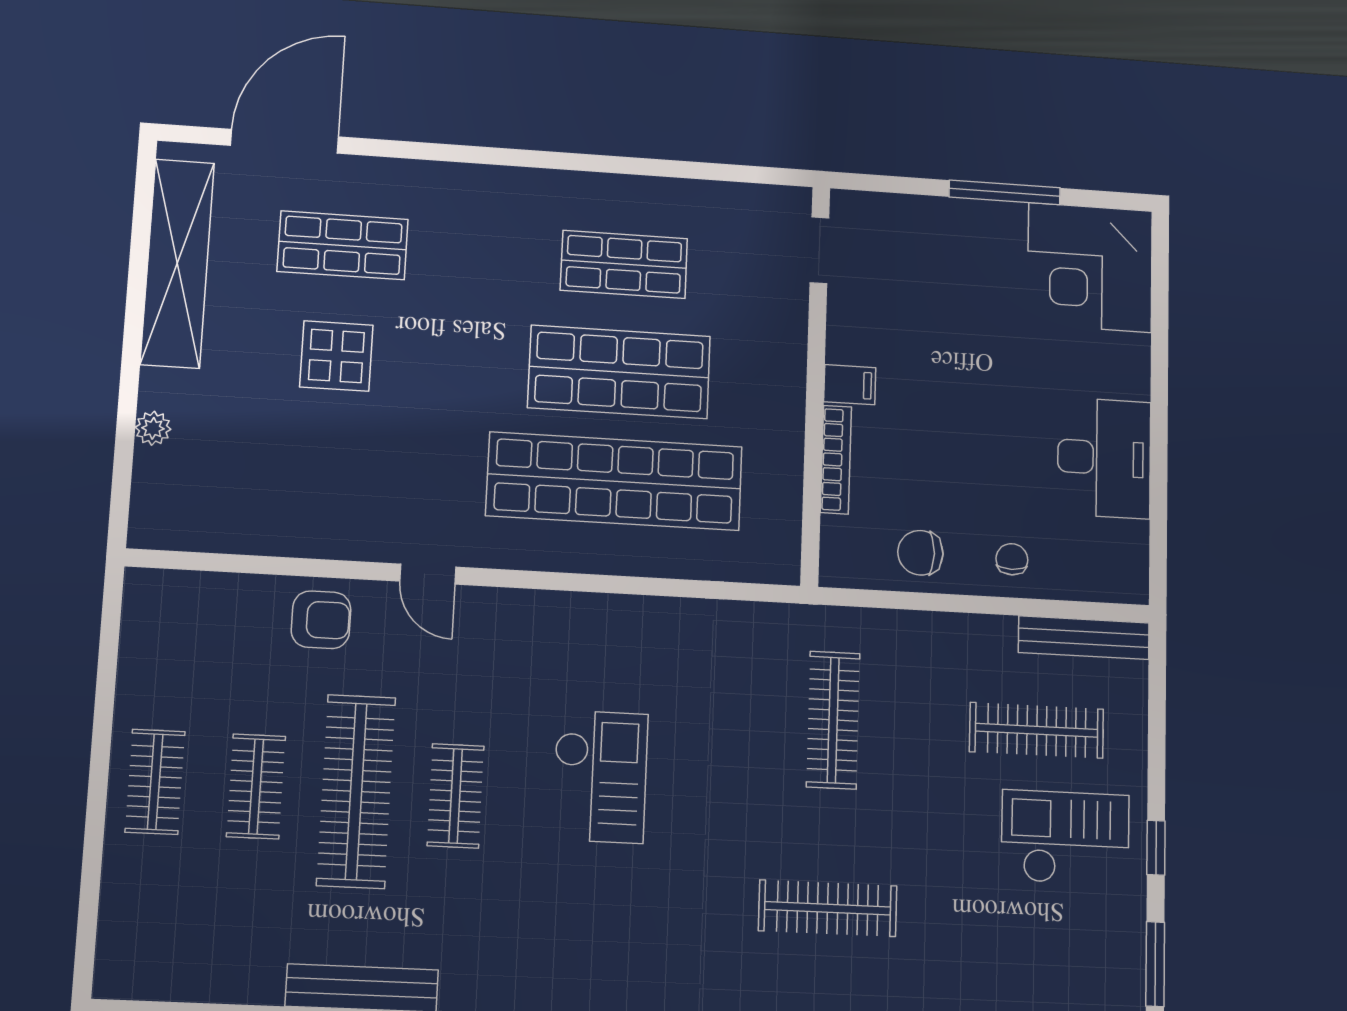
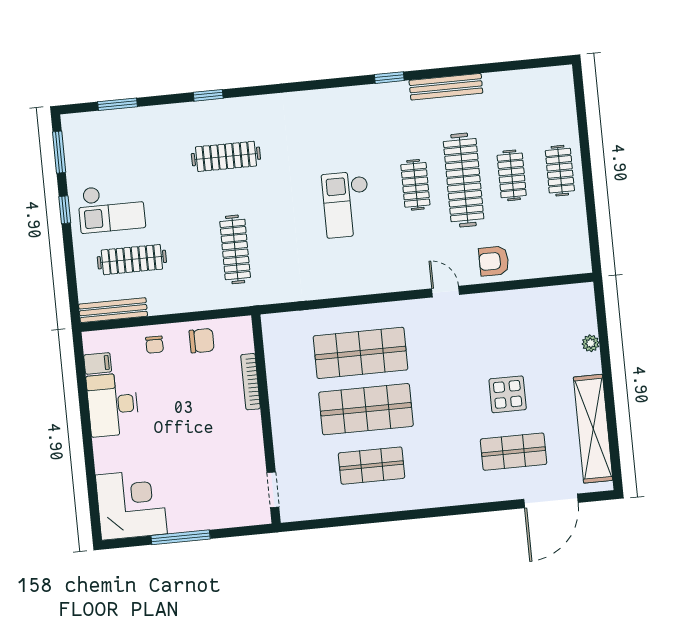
filing cabinet: (850, 385) -> (98, 363), moved, turned 180
shop shelf: (614, 481) -> (360, 353), width x0.71

